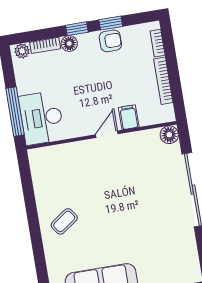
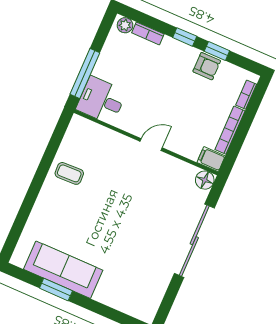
floor lamp: (69, 44) -> (170, 45), removed
filing cabinet: (129, 117) -> (211, 159), moved, turned -90
desk: (42, 118) -> (101, 100), width x0.73
coffee table: (64, 221) -> (69, 173), moved, turned 33

